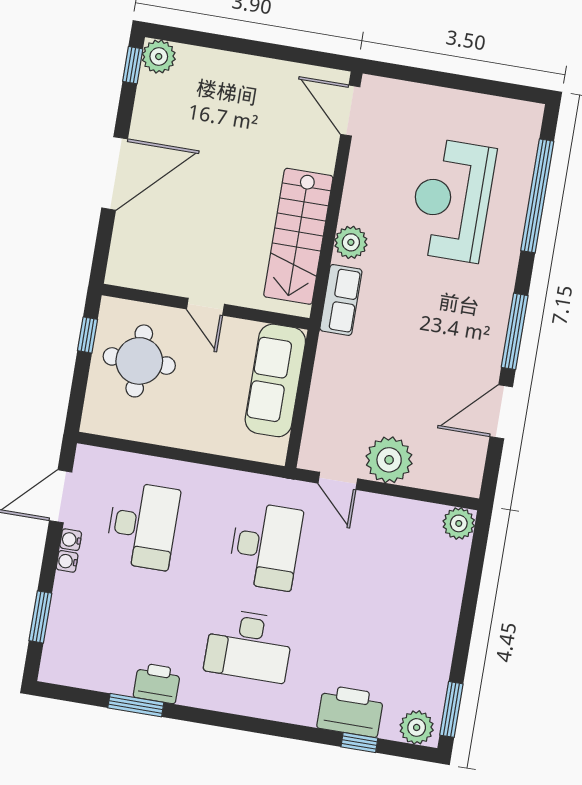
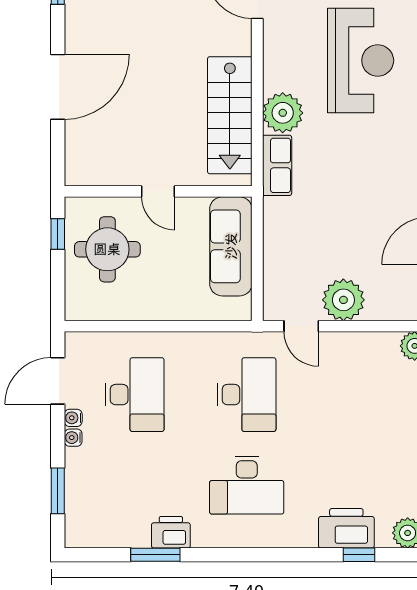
reception desk: (452, 200) -> (361, 60), turned 180
plant: (351, 242) -> (283, 113), width x1.36, depth x1.36

